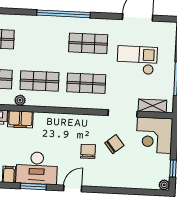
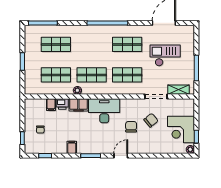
corner desk: (154, 135) -> (181, 129), moved
desk: (37, 168) -> (104, 111), moved, turned 180

